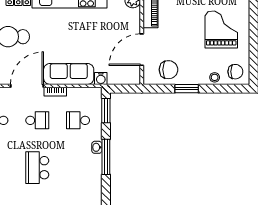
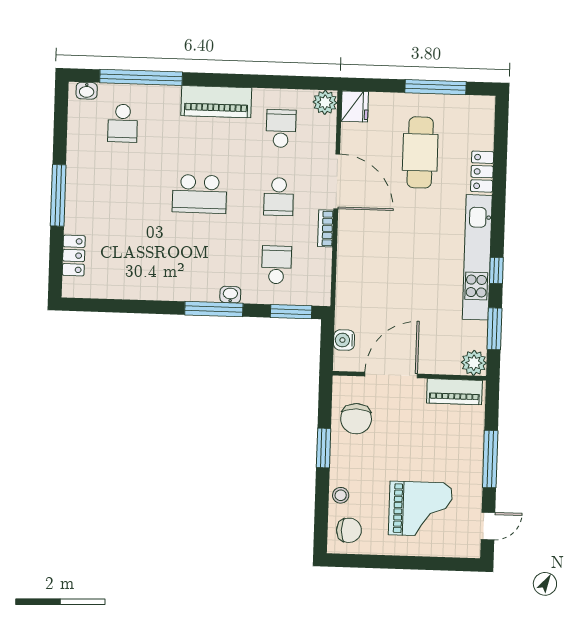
door: (142, 50) -> (391, 375), hinge flipped
chair: (235, 72) -> (349, 530), turned -90
sofa: (69, 74) -> (354, 252), removed
water cooler: (101, 78) -> (344, 340), moved
school desk: (37, 168) -> (200, 194), turned 180

